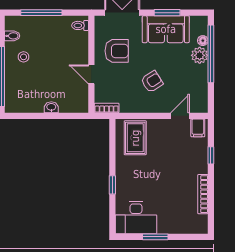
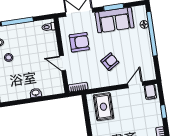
plant: (200, 55) -> (143, 36), removed

